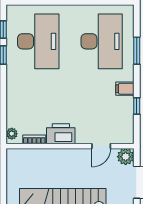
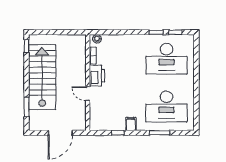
door: (101, 146) -> (88, 94), moved
plant: (126, 157) -> (80, 124), removed

